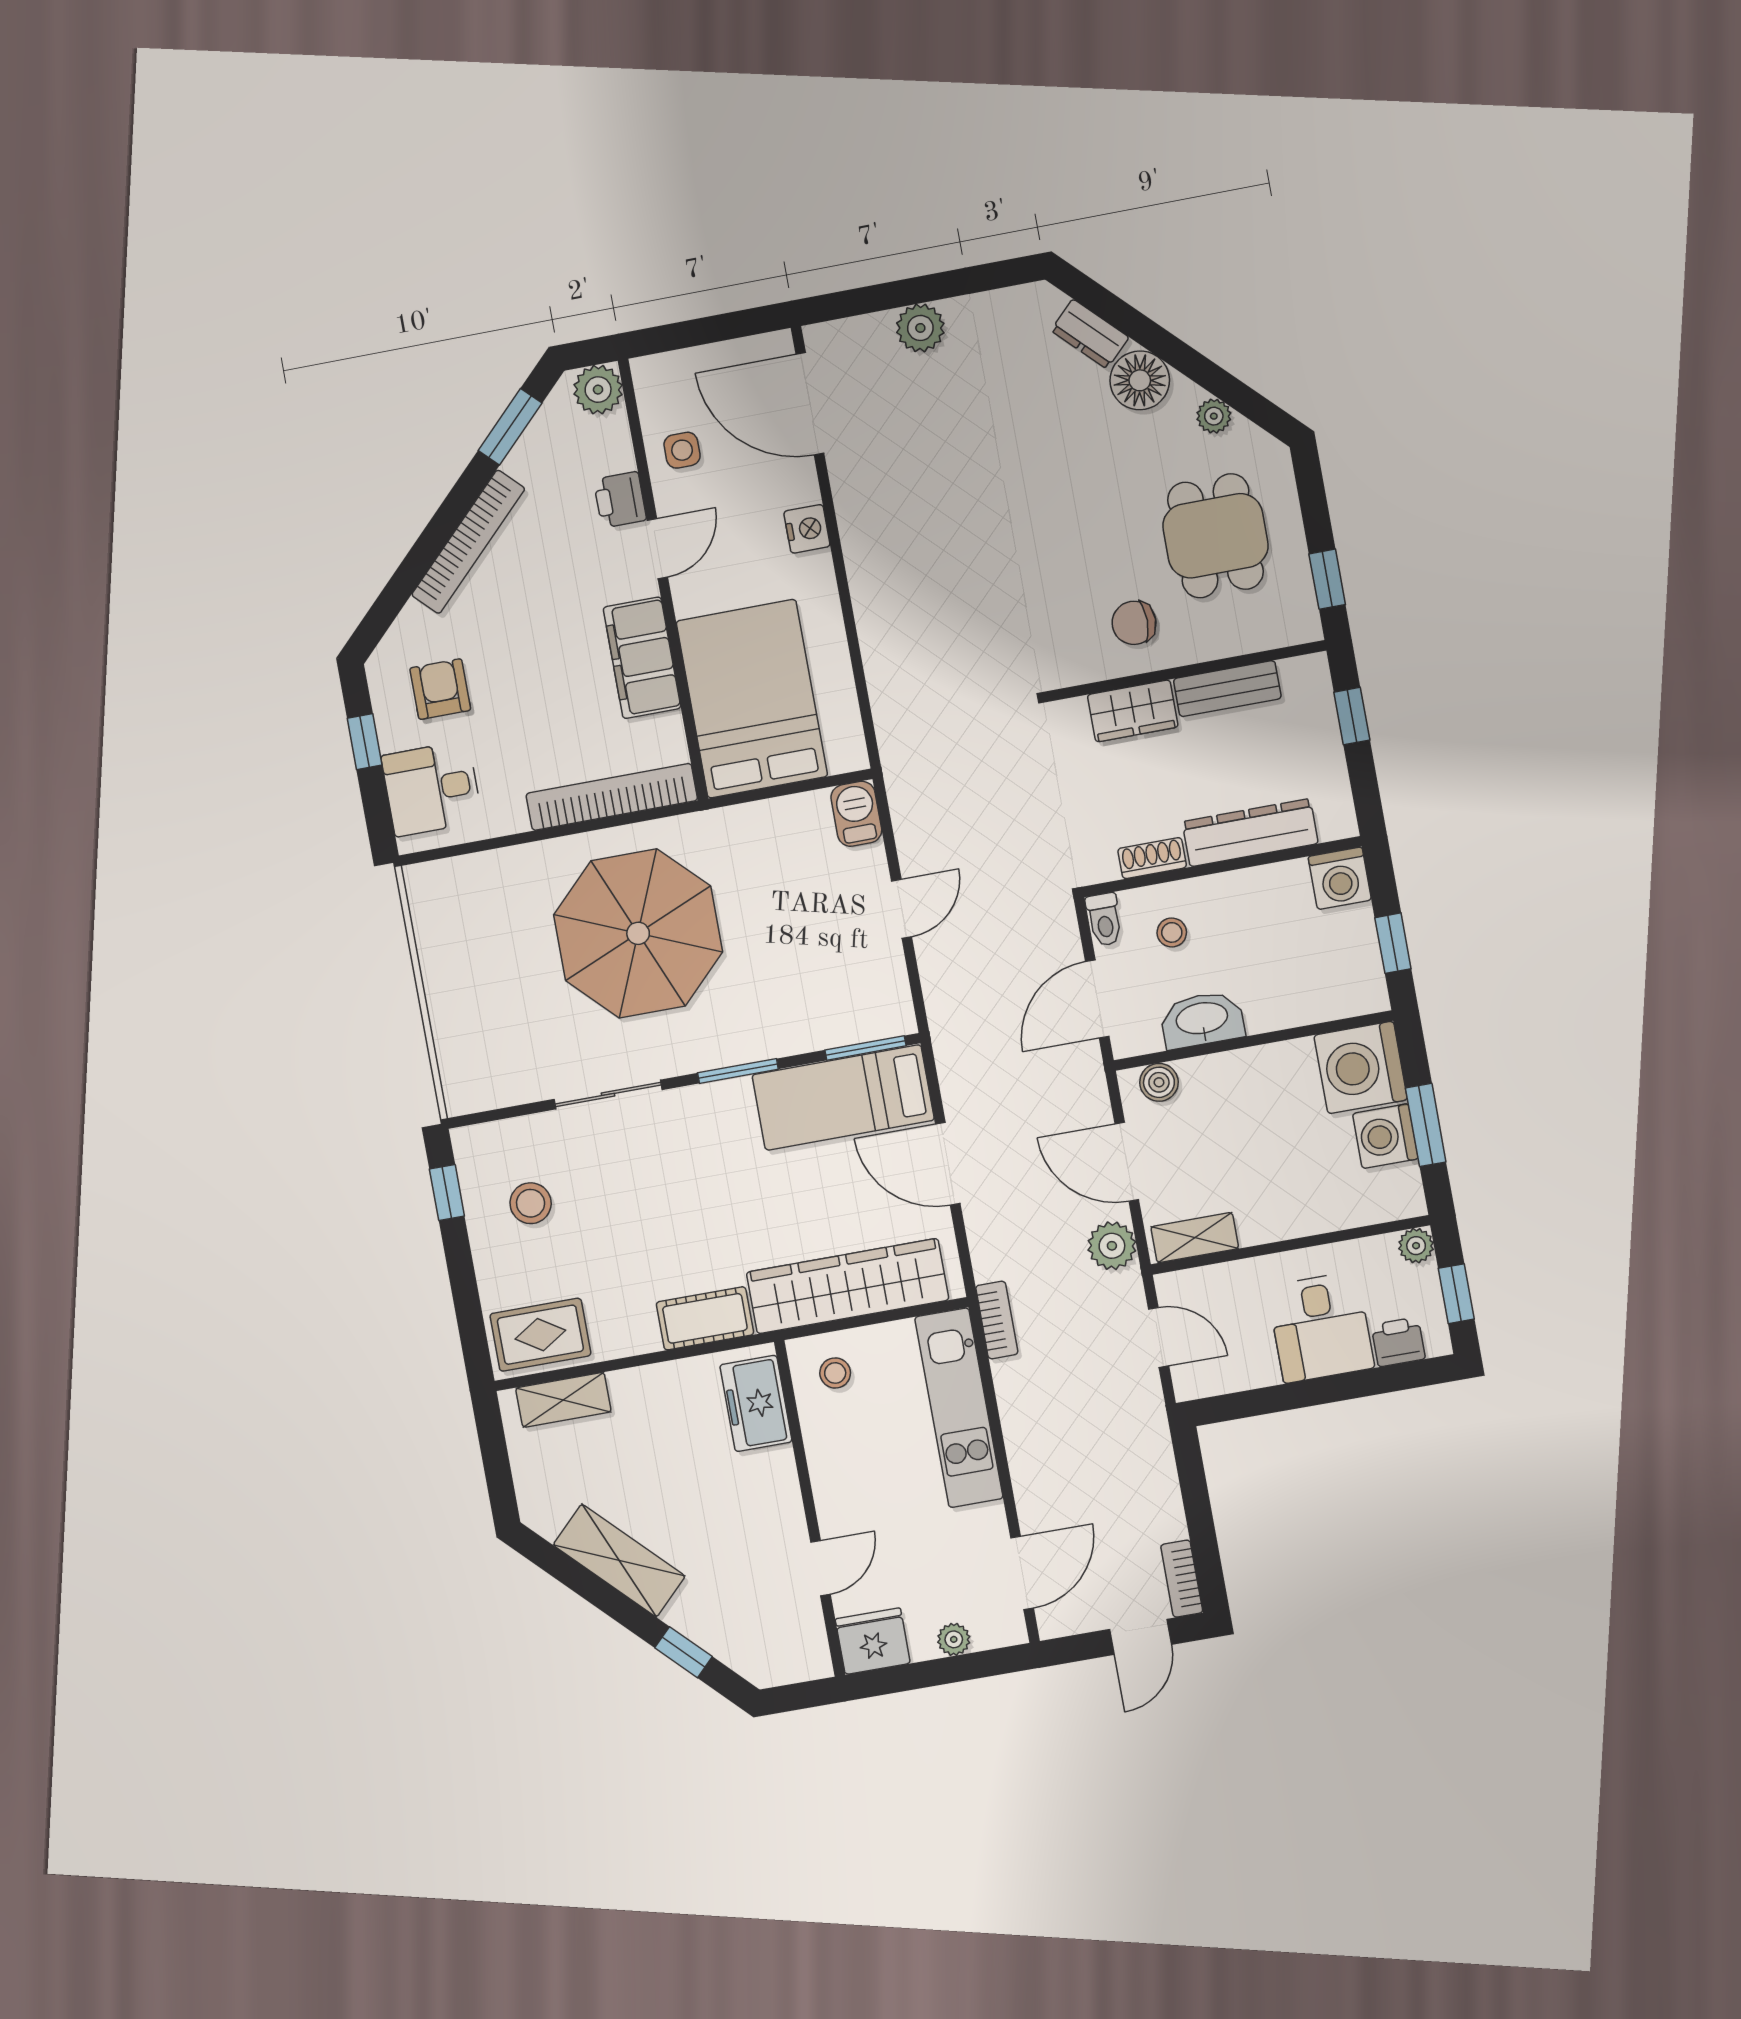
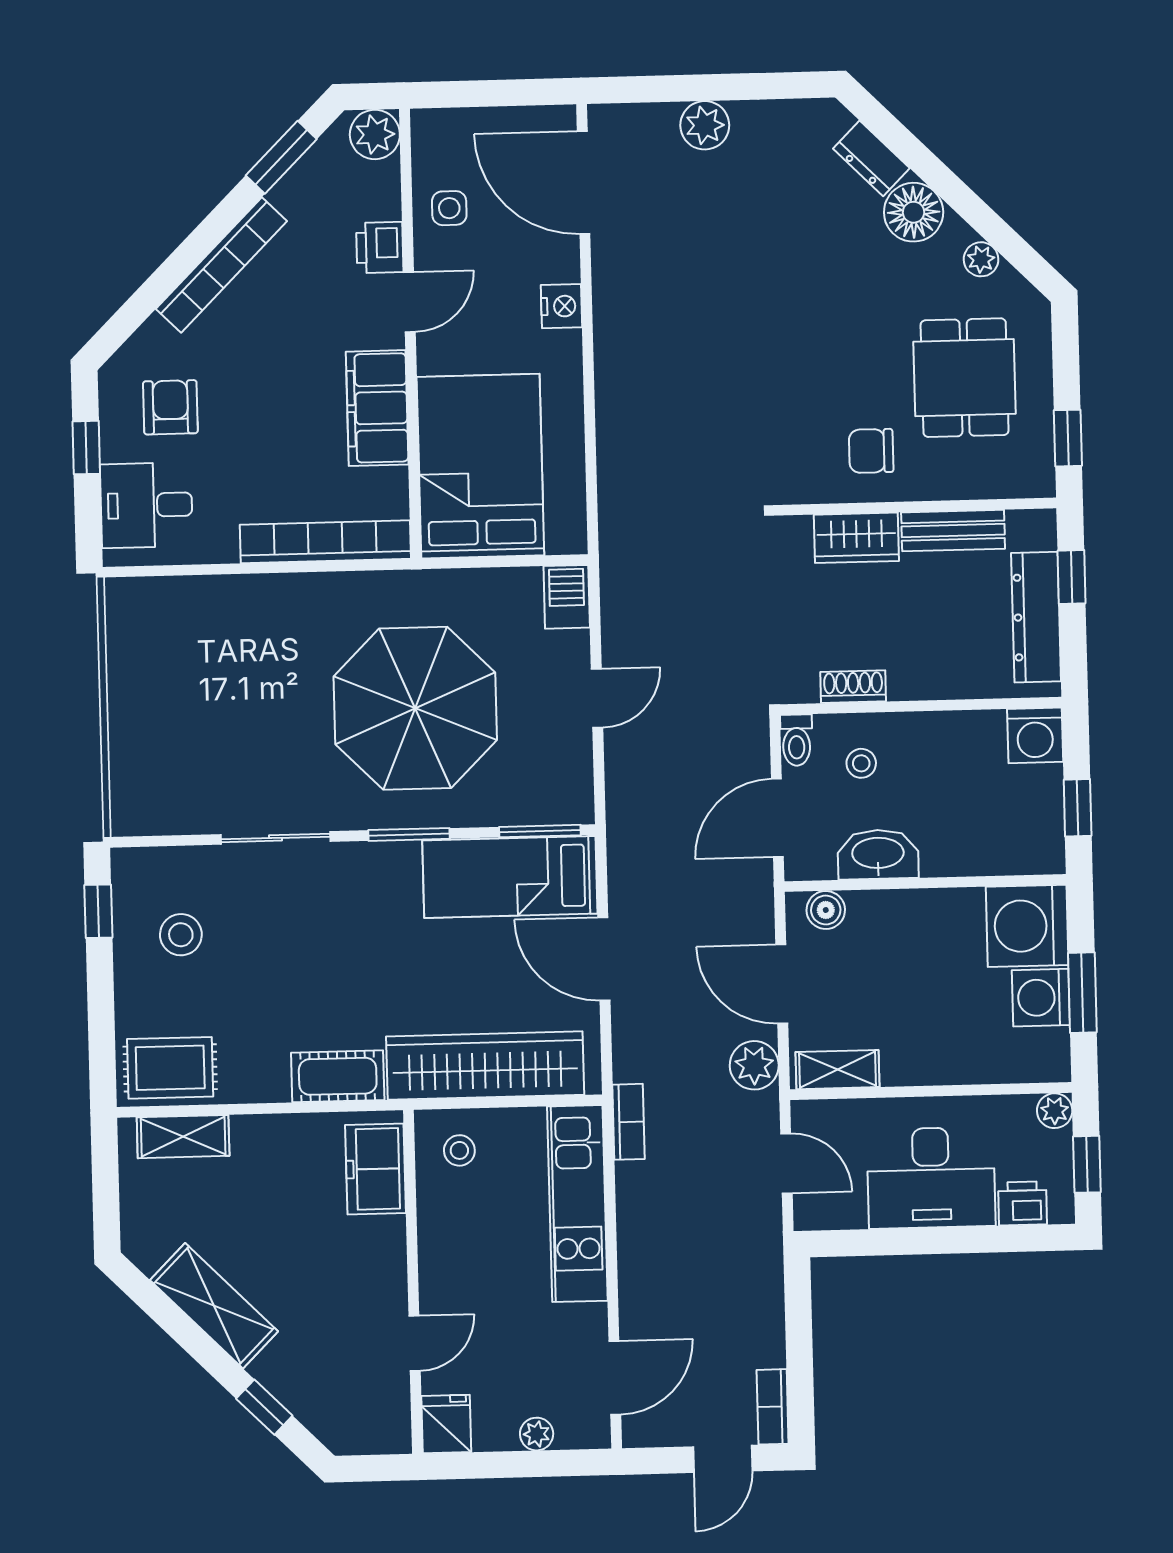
dresser: (1250, 833) -> (1036, 617), moved, turned -90
parasol: (638, 933) -> (415, 708), moved
desk: (1321, 1327) -> (931, 1178), width x1.37
fridge: (873, 1641) -> (446, 1424), width x0.72

